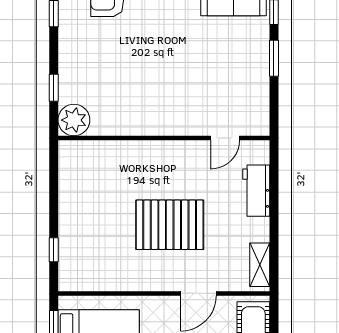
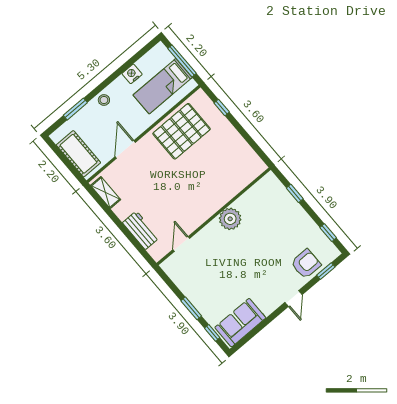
plant: (74, 120) -> (230, 219), moved
pallet: (170, 225) -> (182, 131), moved

